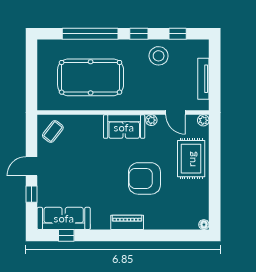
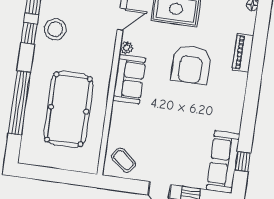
window: (139, 34) -> (29, 33), moved
piano: (127, 222) -> (243, 53), moved

